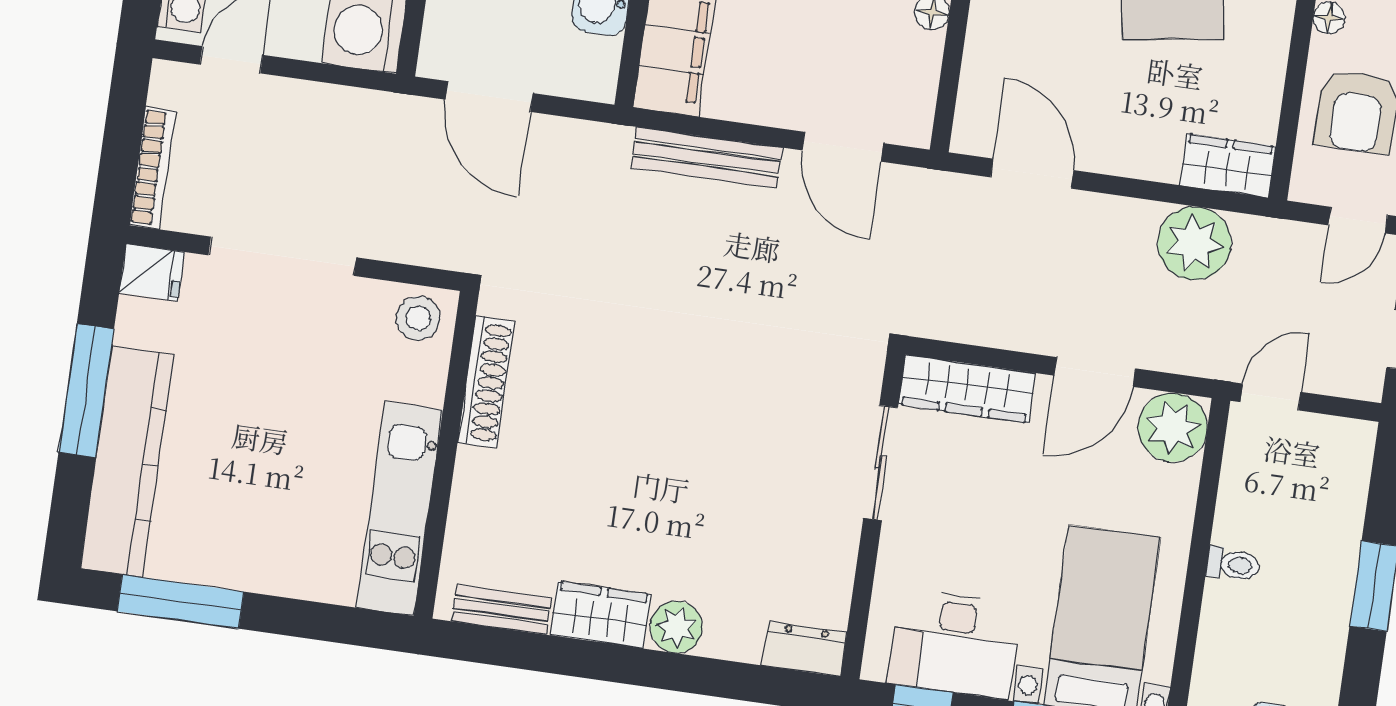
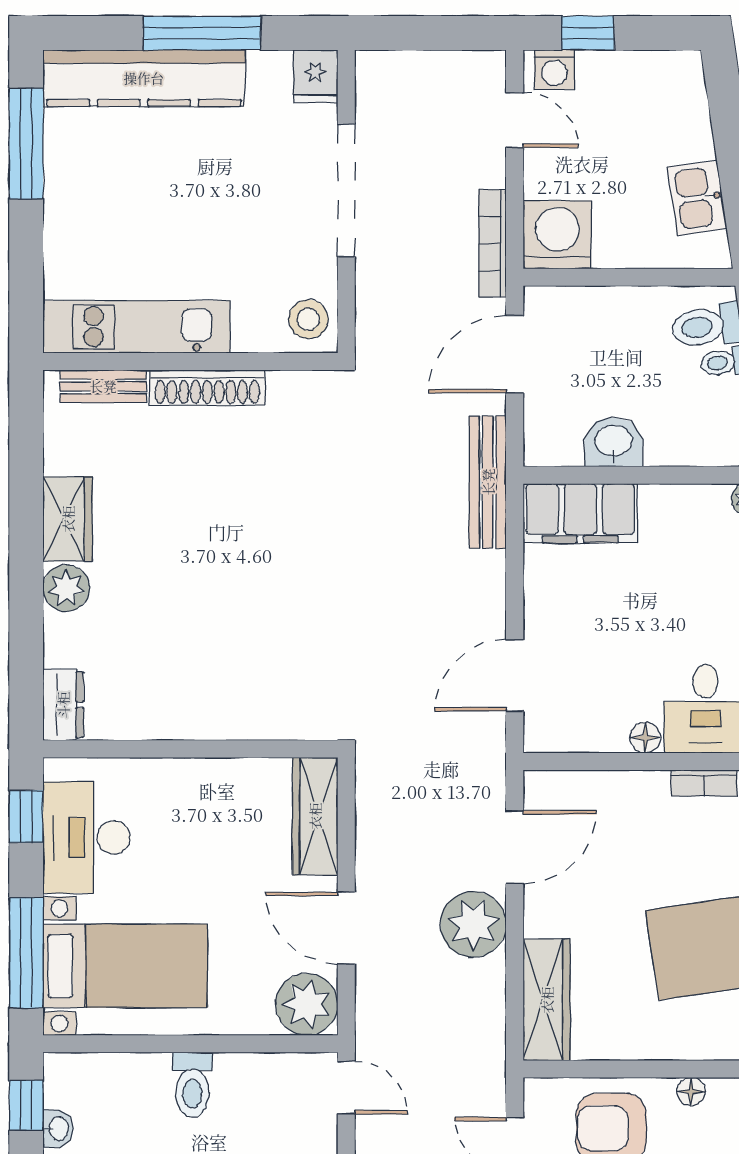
bench: (707, 158) -> (488, 482), moved
wardrobe: (1228, 166) -> (547, 1000), width x1.50
bookcase: (152, 168) -> (492, 243), moved, turned 90
plant: (1194, 243) -> (473, 924), moved
shoe rack: (486, 382) -> (207, 388), moved
sliding door: (881, 463) -> (238, 749), removed
toilet: (1233, 565) -> (192, 1085), width x1.37, depth x1.39
bench: (501, 610) -> (103, 386), moved, turned 90

